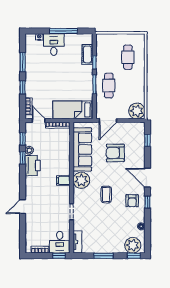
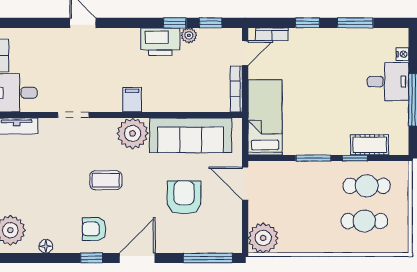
cafe table: (109, 86) -> (367, 186), moved
window: (147, 140) -> (208, 258), width x2.17

